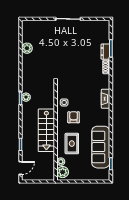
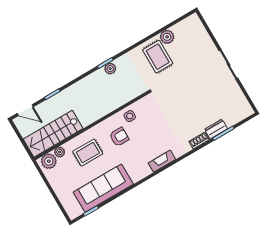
rug: (36, 62) -> (158, 57), added
stairs: (46, 130) -> (53, 134), moved

